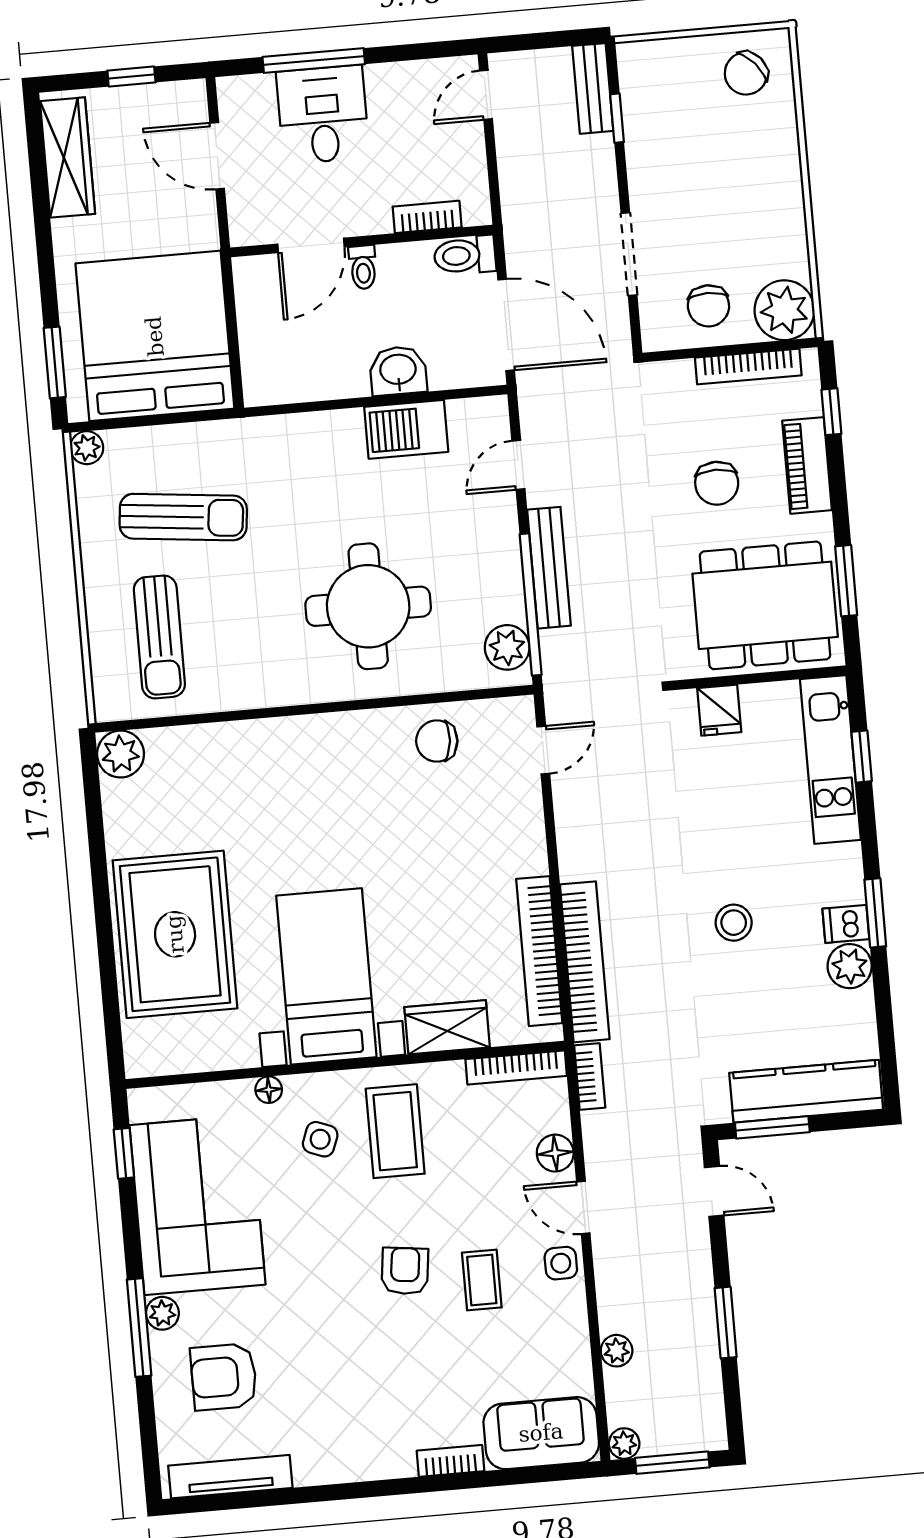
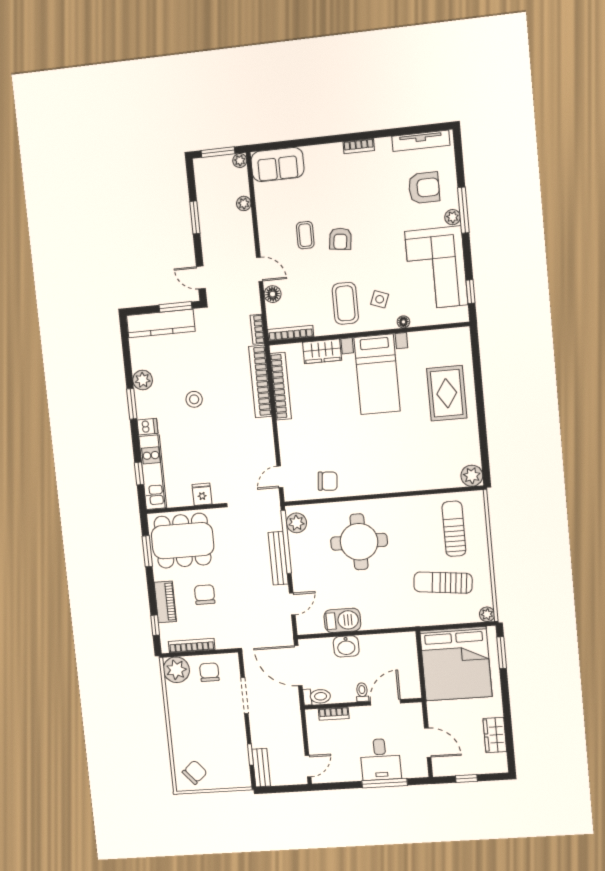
wardrobe: (68, 157) -> (495, 735), width x0.67
dishwasher: (846, 924) -> (147, 427), moved
rug: (175, 934) -> (447, 393), width x0.73, depth x0.69
side table: (561, 1263) -> (269, 244), removed
bookcase: (450, 1461) -> (359, 146), moved

